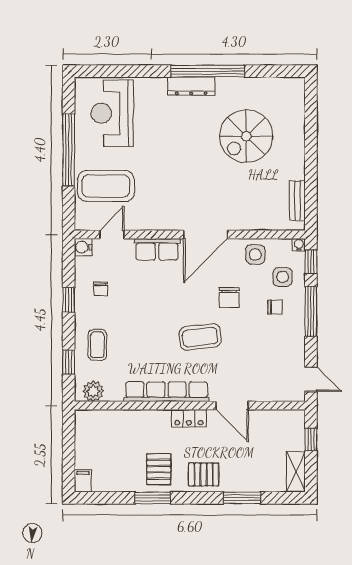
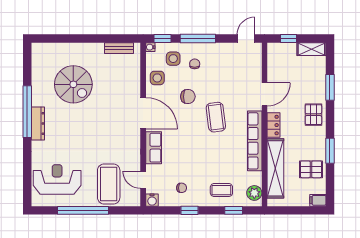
reception desk: (112, 113) -> (57, 179), turned 180
shelving: (128, 421) -> (275, 168), added
pallet: (159, 469) -> (311, 169), moved

